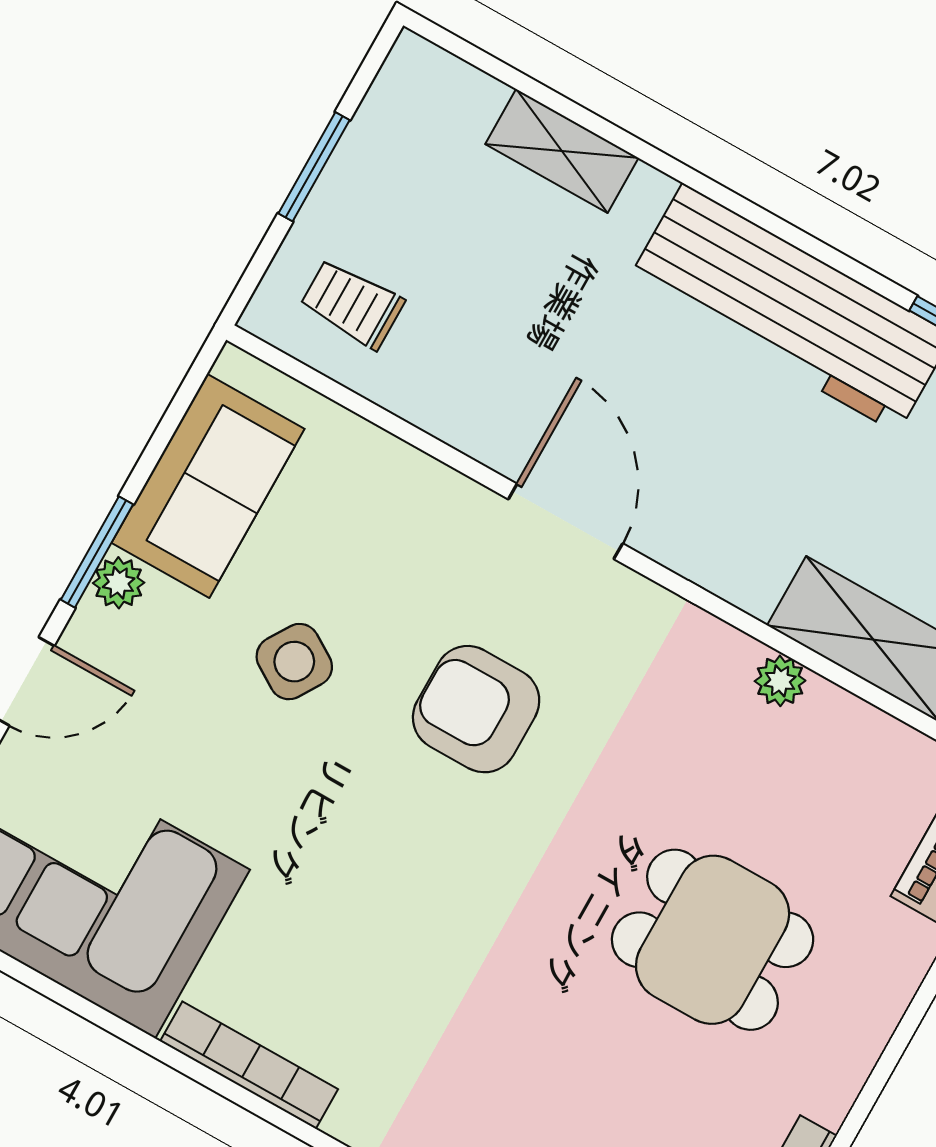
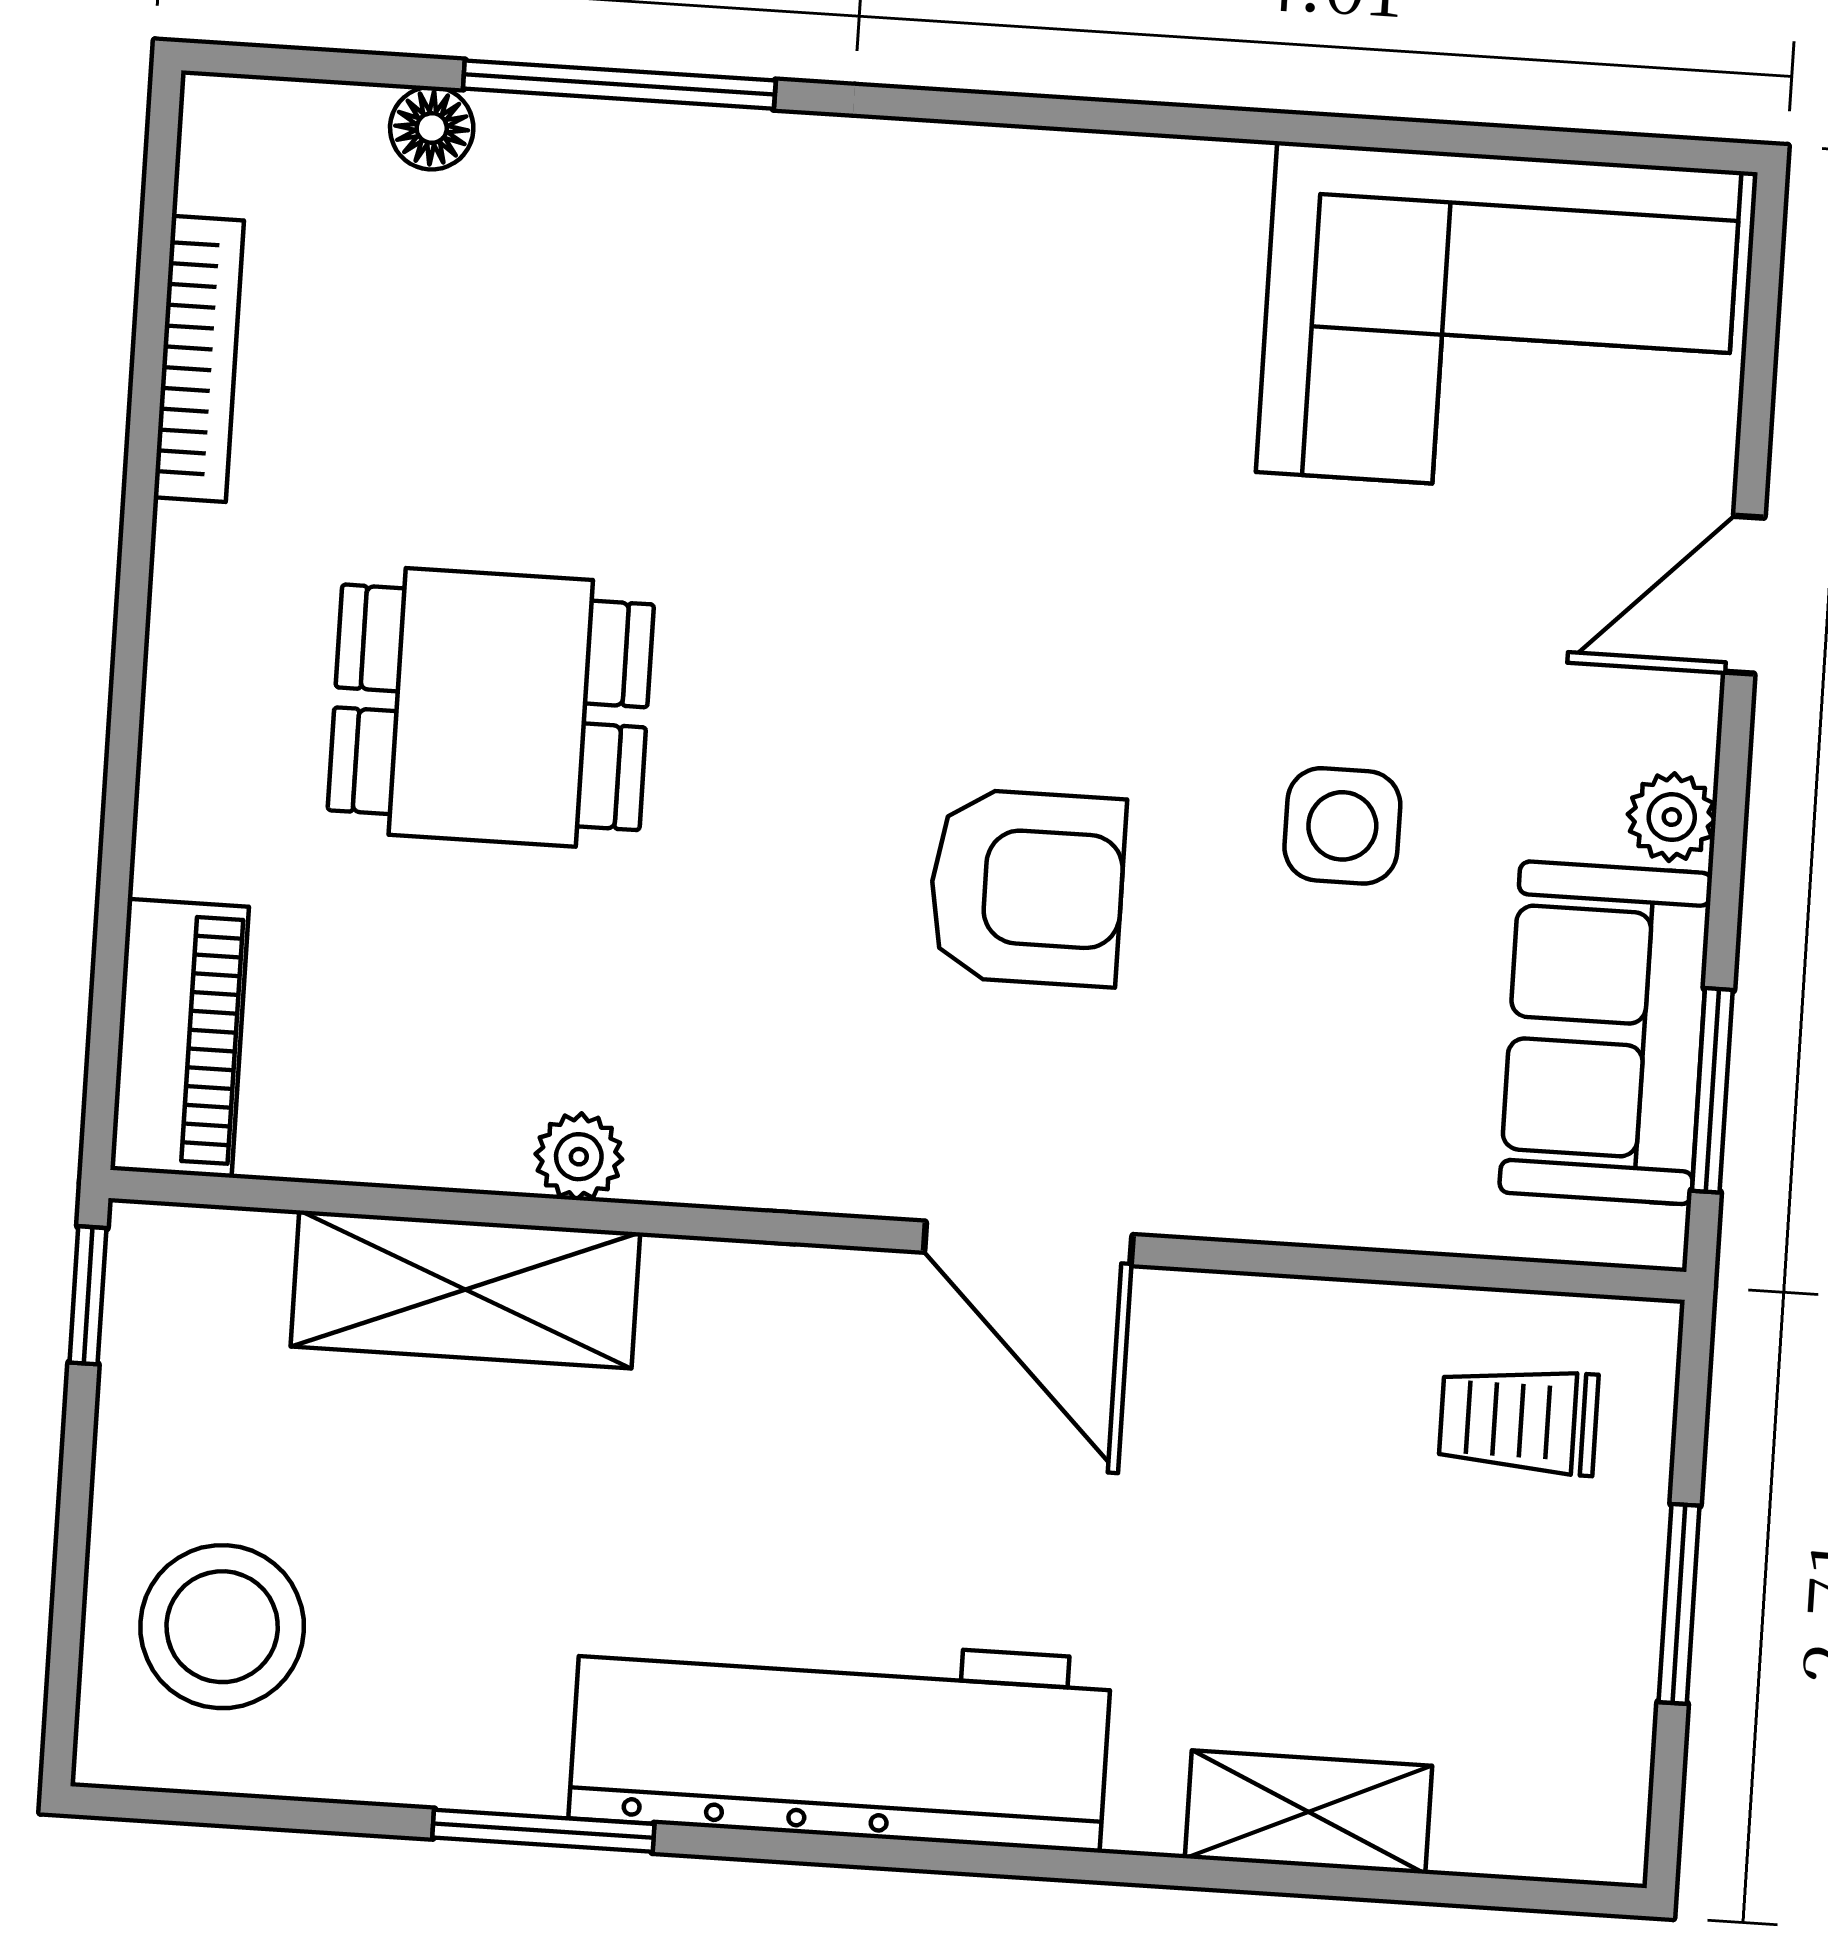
trolley: (352, 304) -> (1518, 1420), turned 180
window: (97, 552) -> (1712, 1090), moved
side table: (294, 662) -> (1342, 826), turned -32
bookcase: (249, 1065) -> (1113, 170), removed

